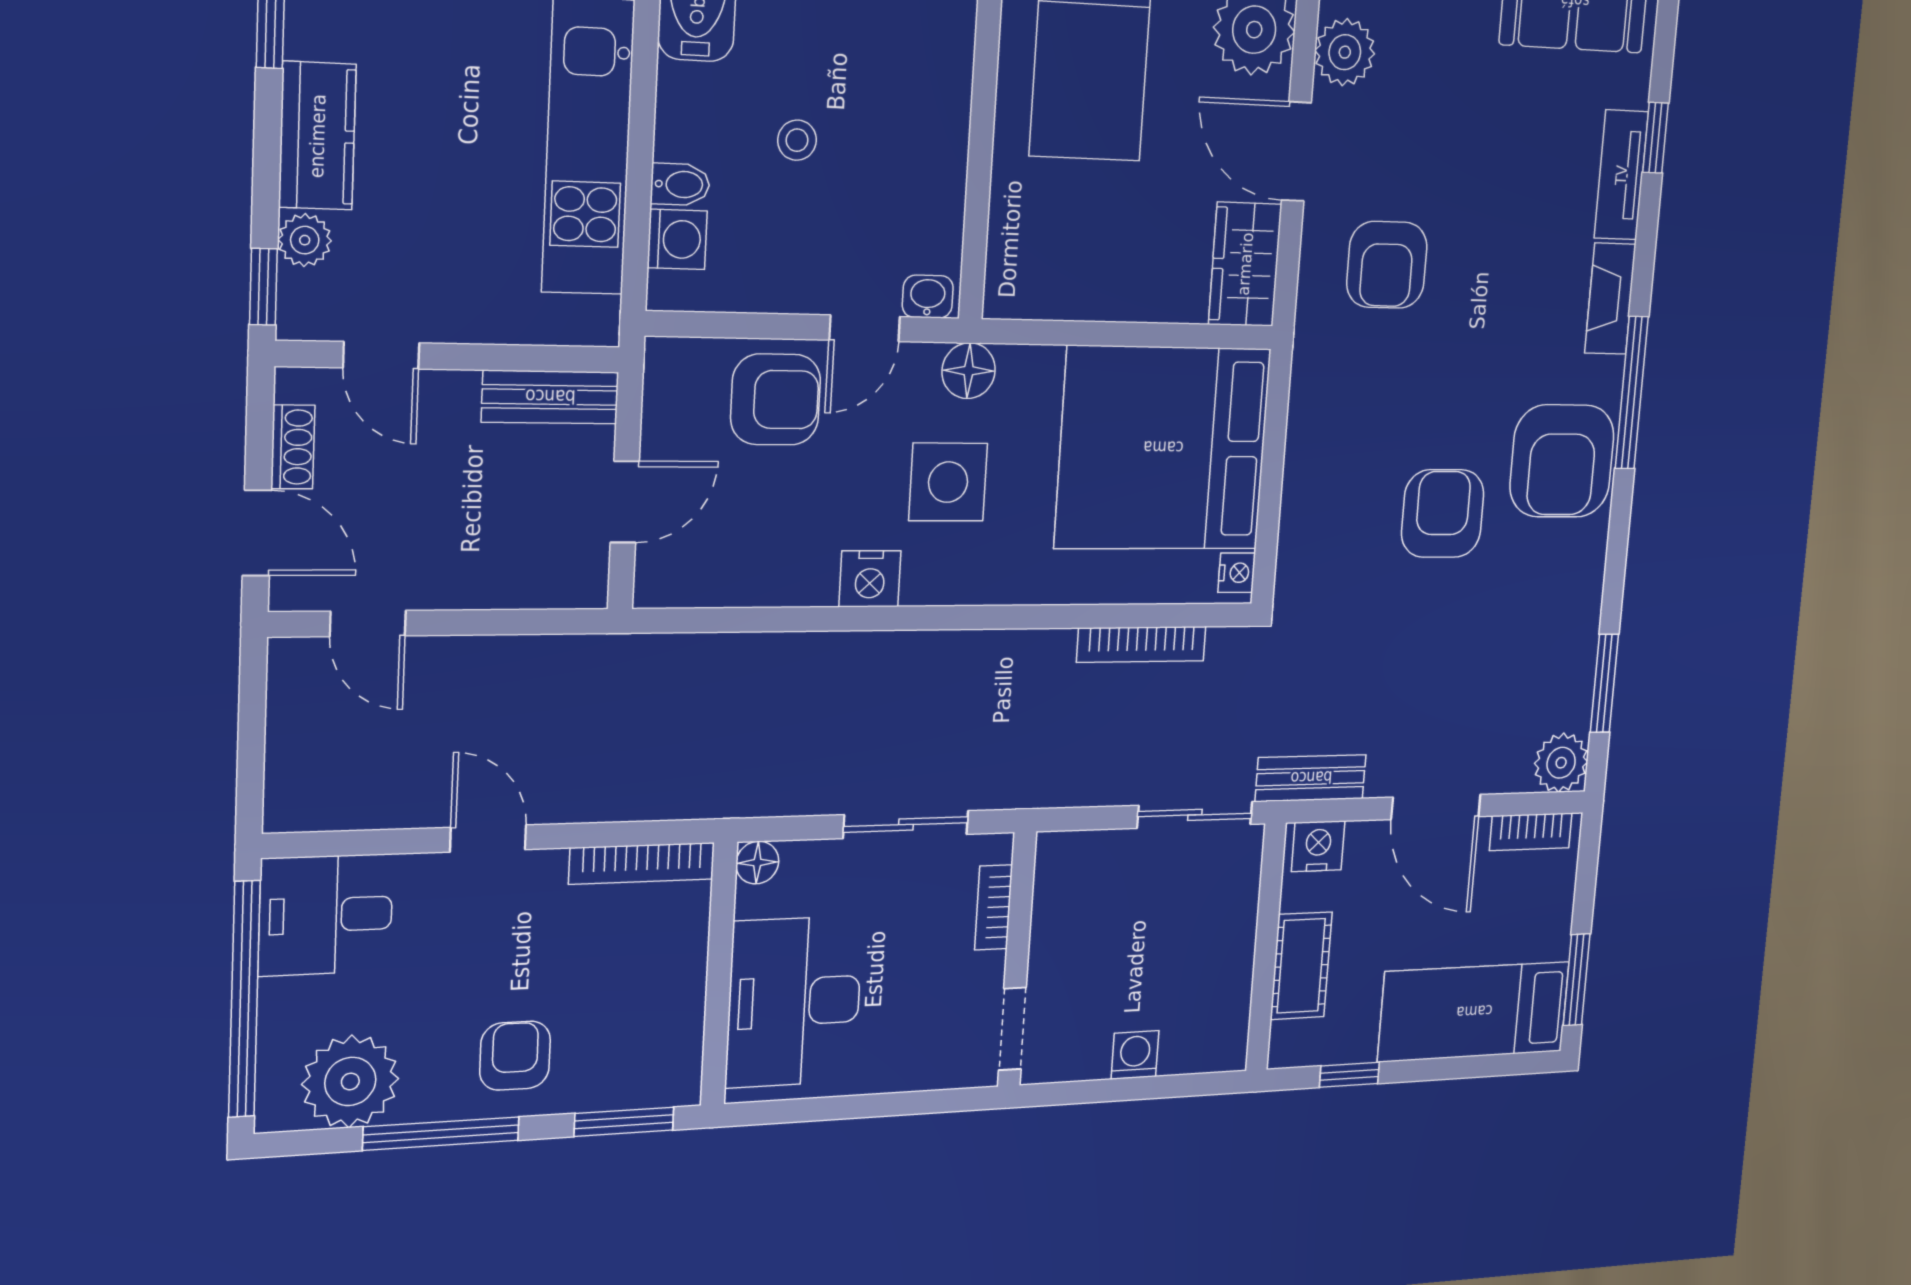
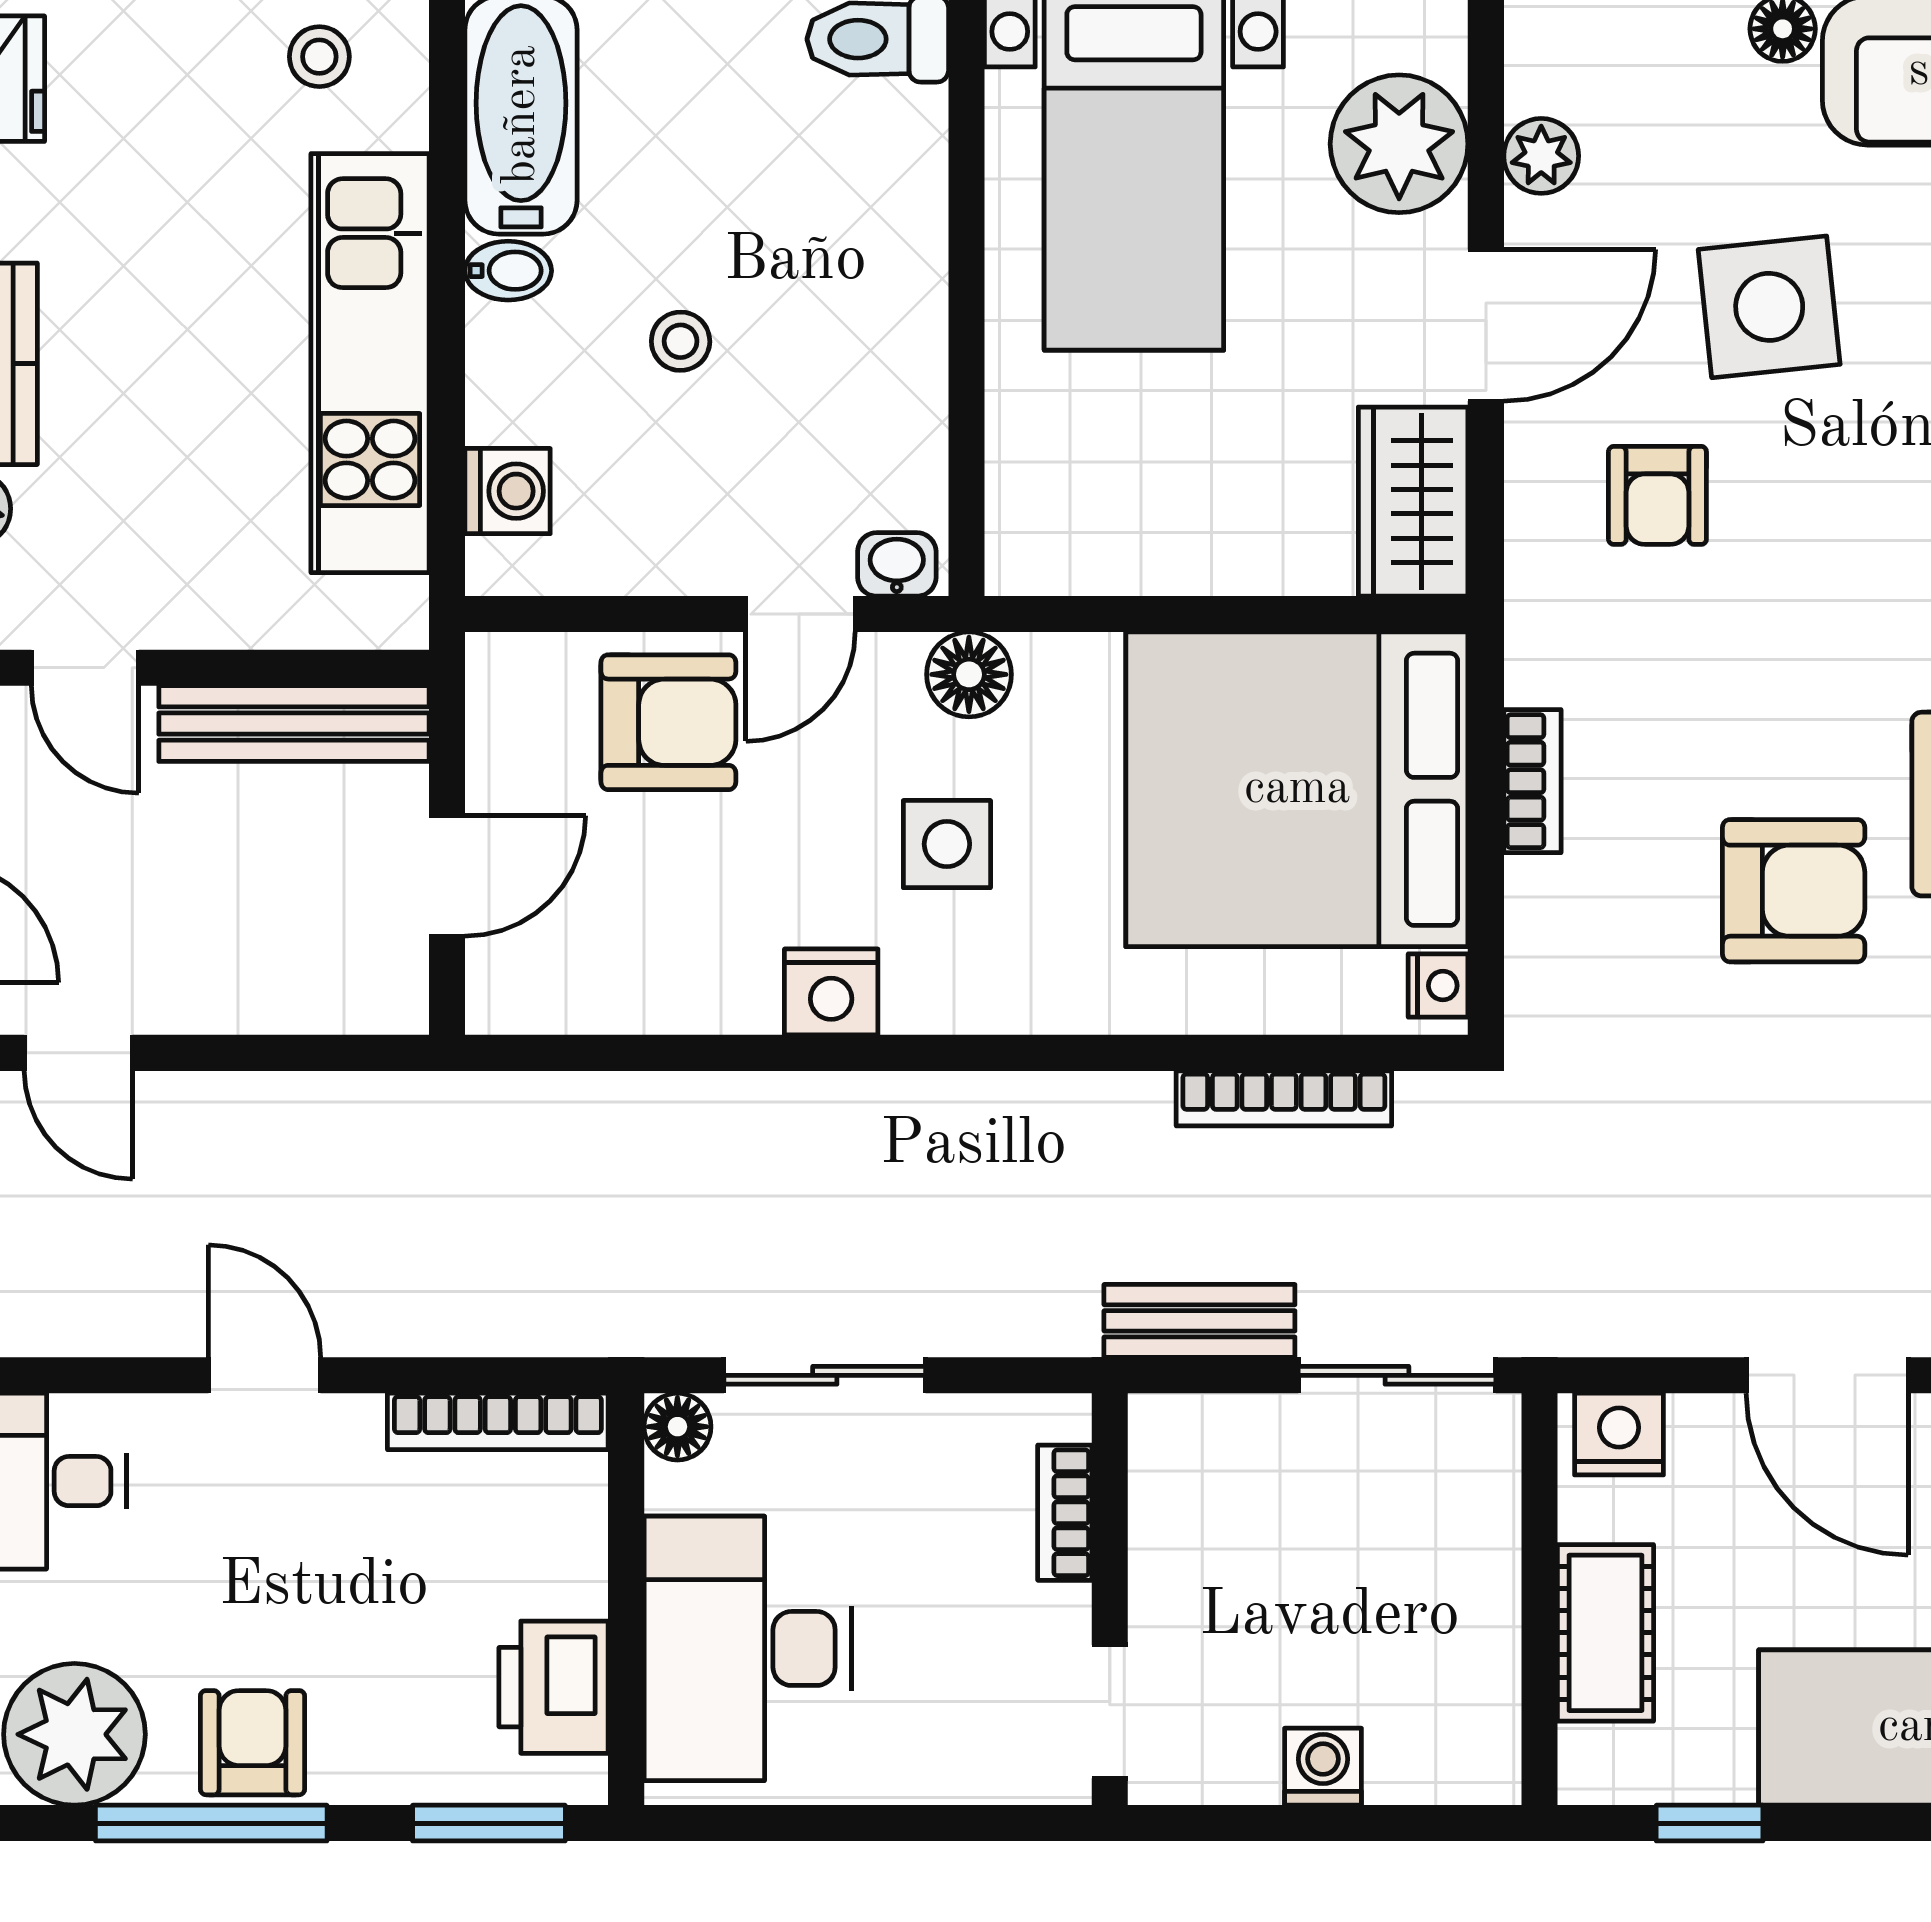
plant: (1345, 52) -> (1541, 156), width x0.73, depth x0.73
side table: (1460, 147) -> (1769, 307), added
door: (1296, 152) -> (1486, 325), swing flipped
bidet: (680, 184) -> (508, 271), moved
armchair: (1387, 265) -> (1657, 495), width x0.72, depth x0.72
bench: (550, 397) -> (294, 724), width x1.36
bookcase: (1301, 444) -> (1532, 781), added
side table: (948, 482) -> (947, 844), width x0.73, depth x0.73
armchair: (1443, 514) -> (1794, 891), turned 90
bench: (1311, 778) -> (1199, 1321), moved
sliding door: (906, 825) -> (825, 1375), moved
printer: (670, 1033) -> (554, 1687), added
armchair: (515, 1056) -> (253, 1743), moved

